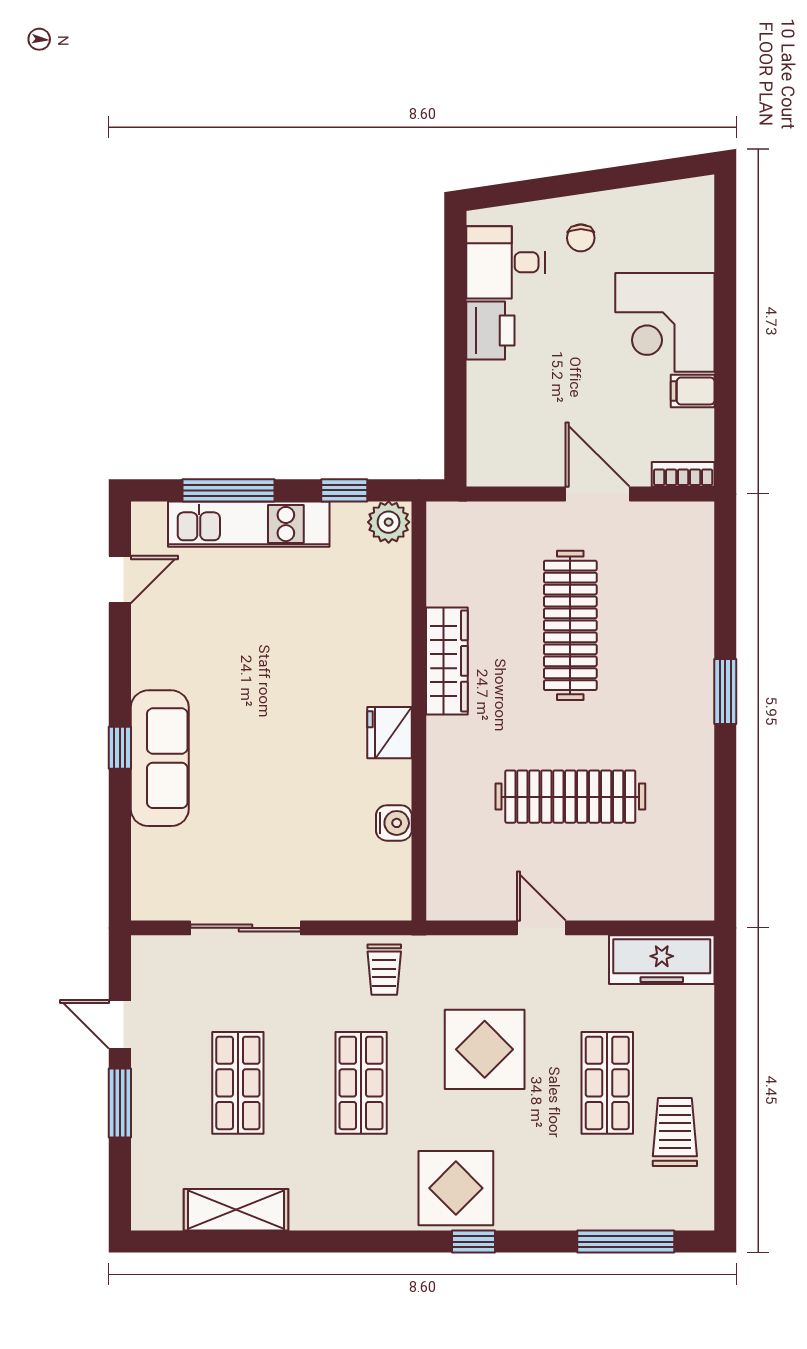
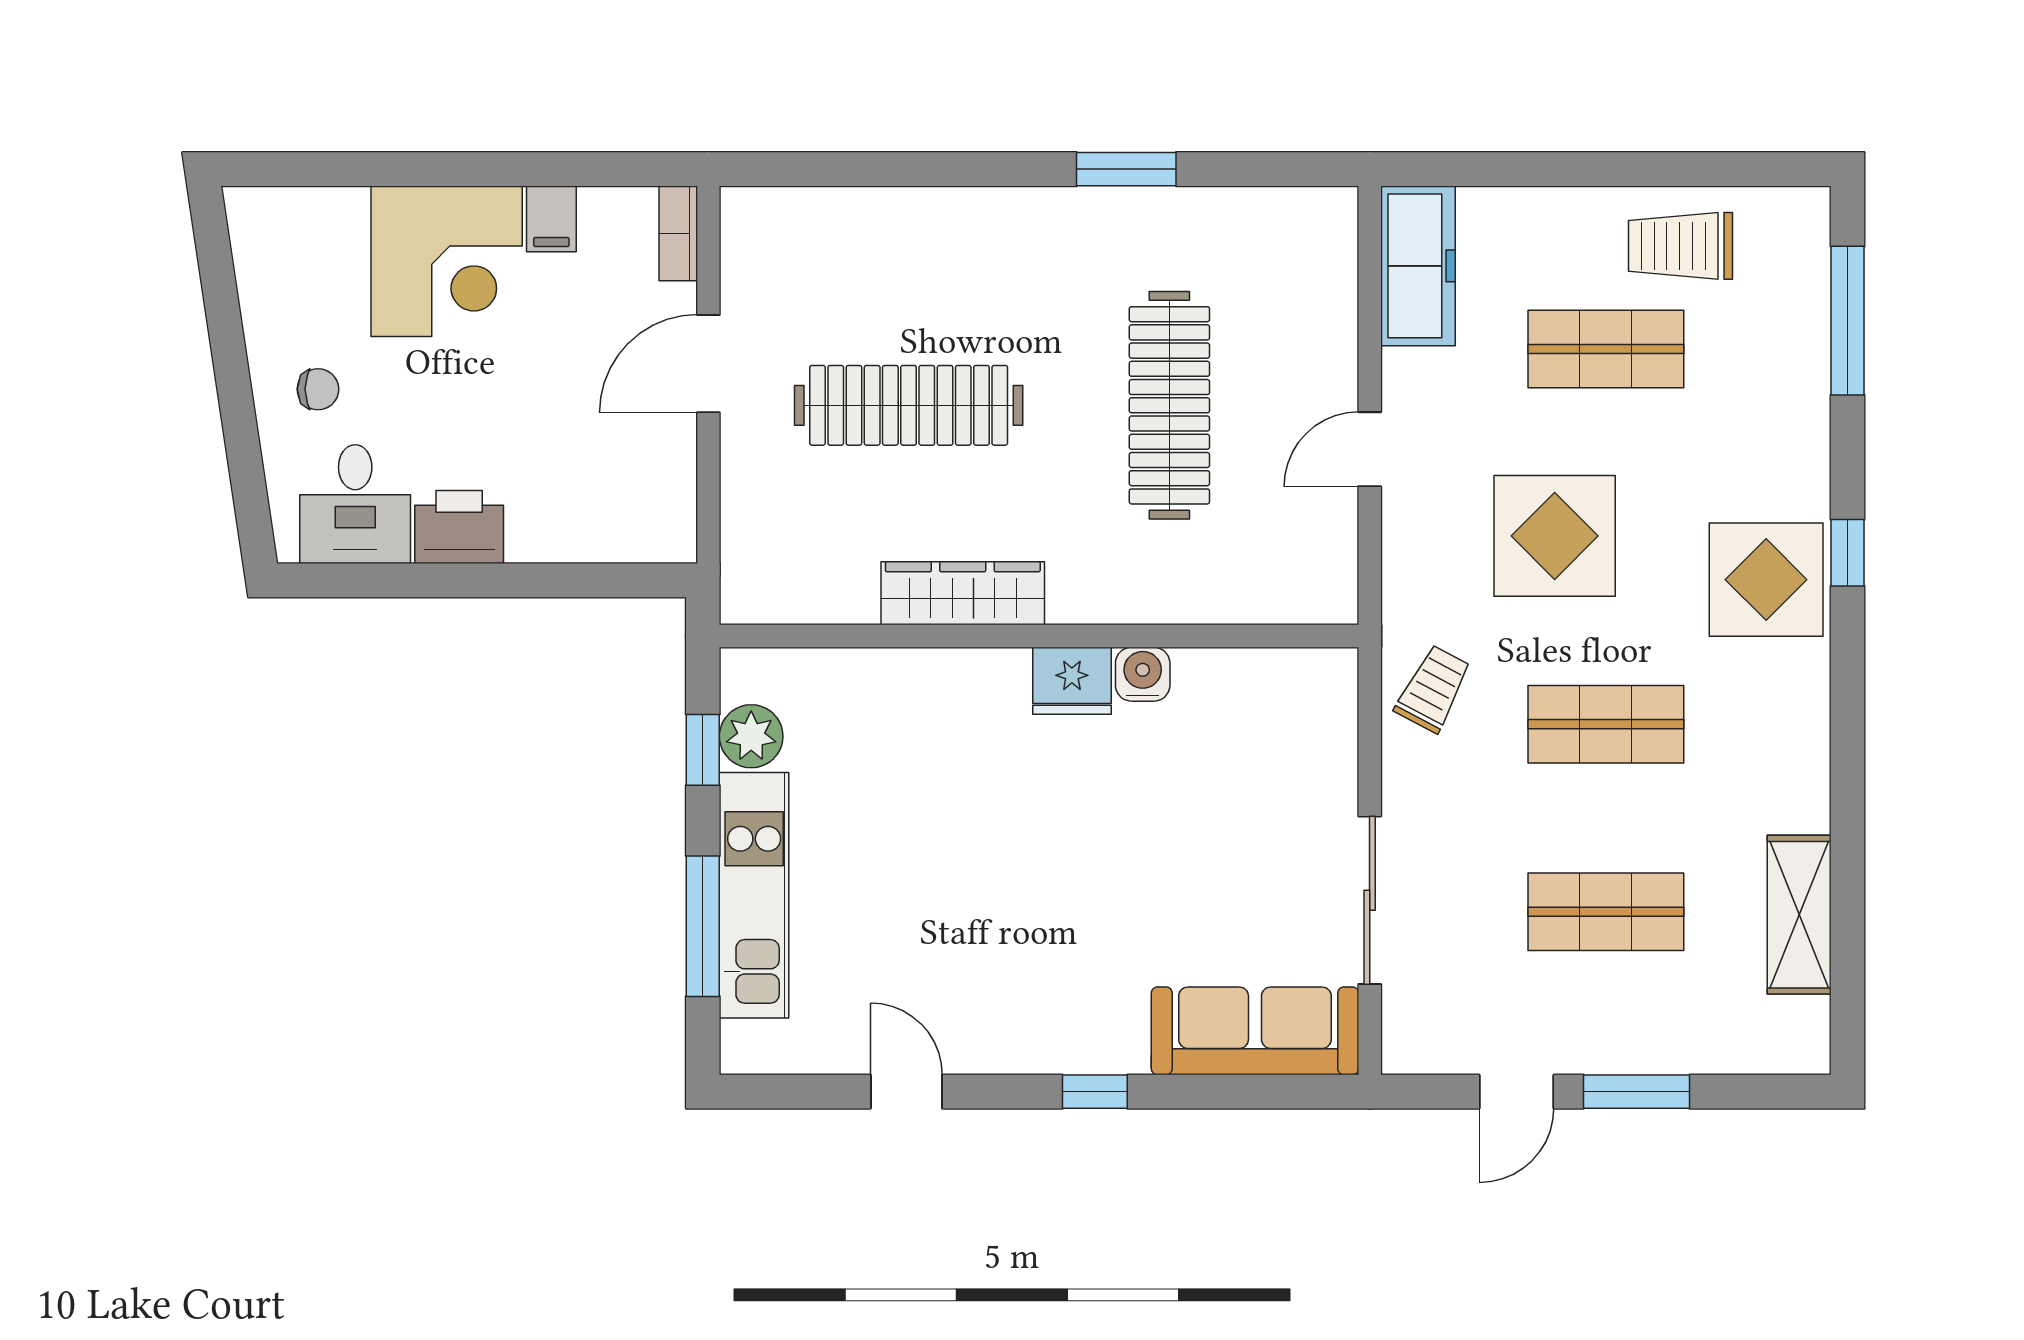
plant: (389, 522) -> (751, 736), moved
door: (120, 580) -> (906, 1092), moved
window: (725, 692) -> (1126, 169), moved
sofa: (160, 758) -> (1255, 1031), moved
water cooler: (394, 823) -> (1143, 674), moved
trolley: (384, 970) -> (1433, 689), turned -62

